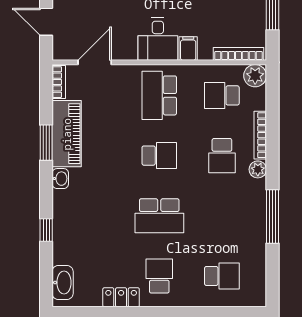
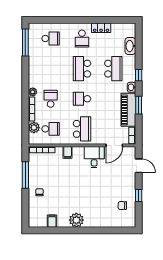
desk: (158, 39) -> (94, 157), moved
plant: (255, 76) -> (34, 128), moved
school desk: (97, 216) -> (113, 69), added
school desk: (159, 216) -> (82, 69), turned -90
window: (272, 216) -> (25, 42), moved
window: (46, 230) -> (139, 75), moved
school desk: (222, 276) -> (51, 39), turned 180
washbasin: (63, 283) -> (130, 46), moved

